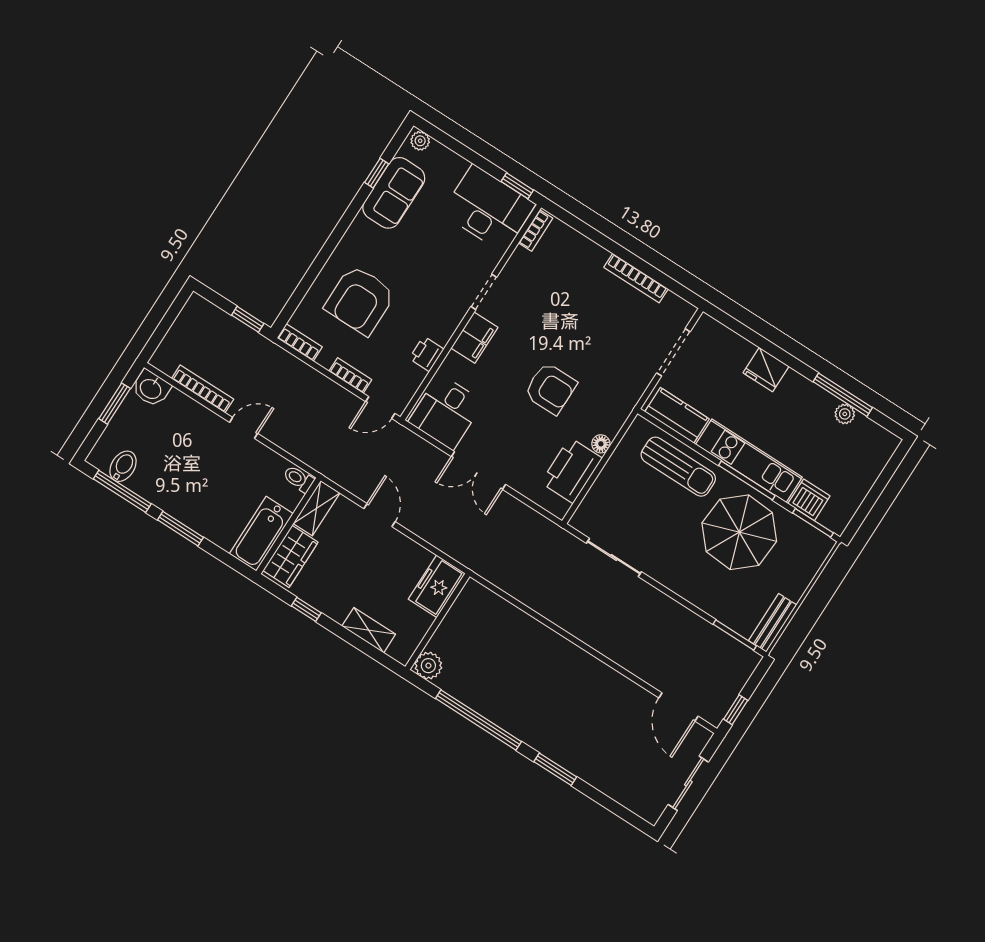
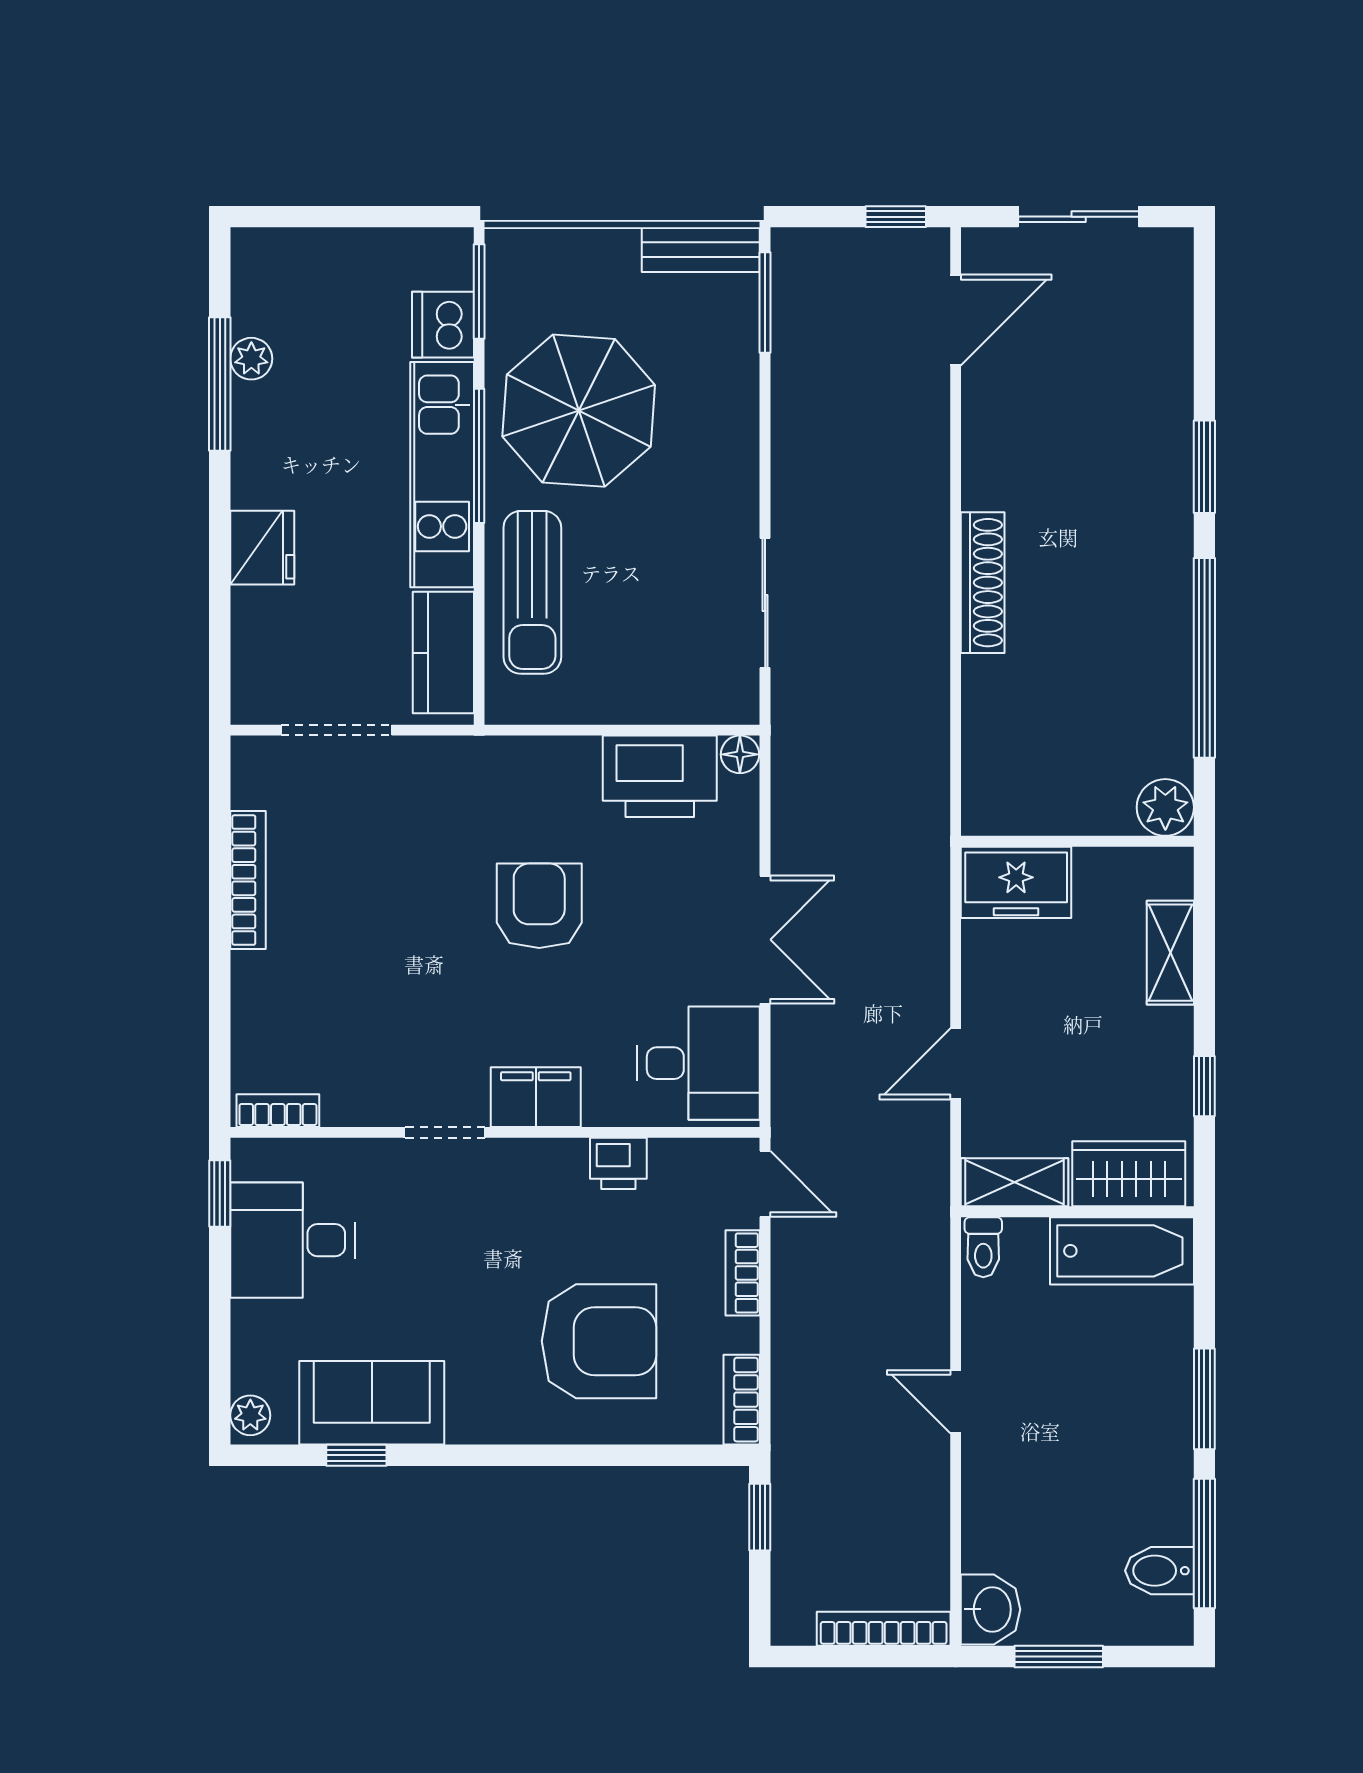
desk: (488, 209) -> (293, 1240), width x0.73
bookcase: (203, 389) -> (884, 1629), moved, turned 90
floor lamp: (601, 444) -> (740, 754), moved
sun lounger: (678, 467) -> (532, 592), turned 180
shoe rack: (566, 650) -> (983, 583), added

